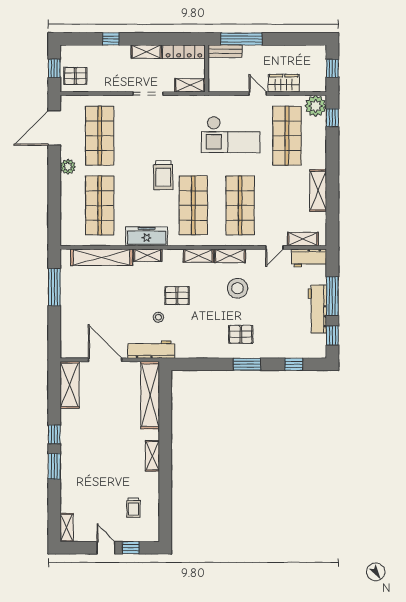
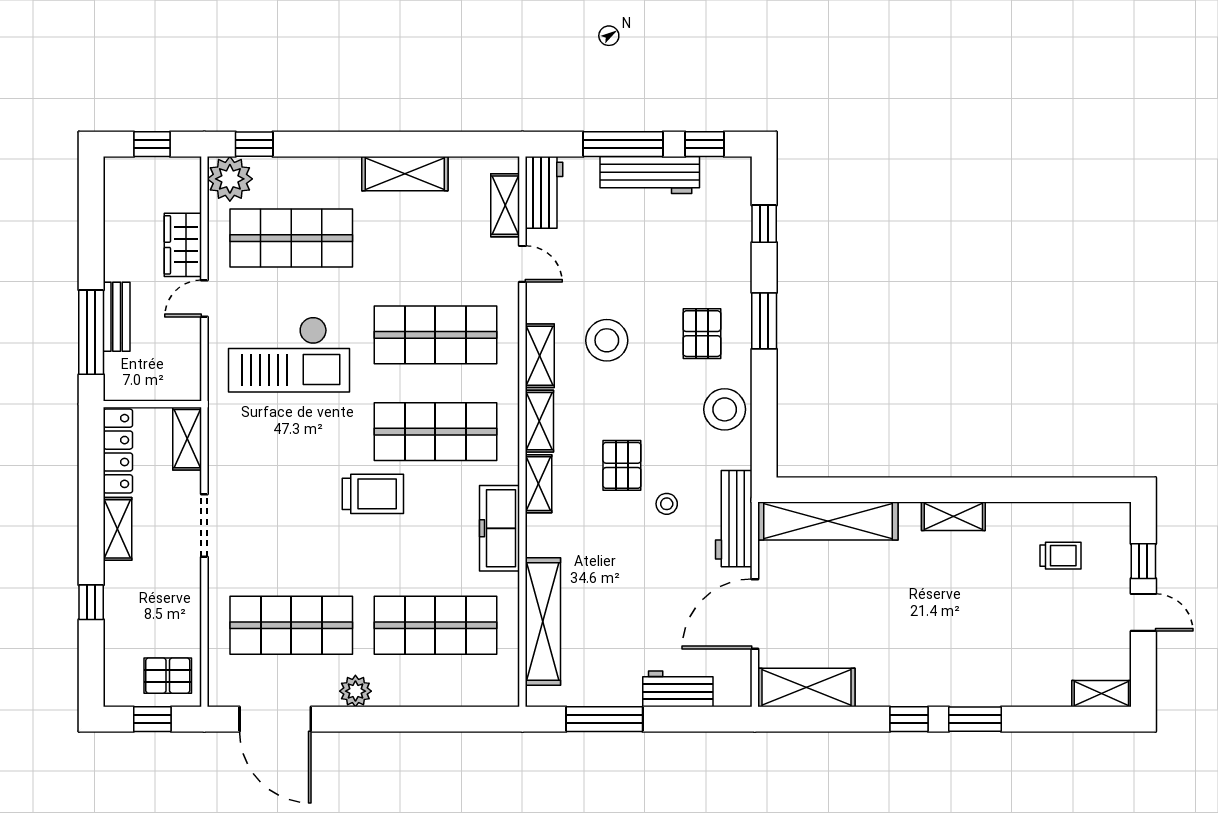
bench: (225, 51) -> (117, 317), moved
pallet: (75, 76) -> (168, 676), turned 90
checkout: (231, 135) -> (289, 354), turned 90
shelving: (148, 255) -> (539, 484), moved
workbench: (69, 323) -> (678, 689), added
stool: (204, 345) -> (725, 409), added
door: (106, 548) -> (1143, 612), swing flipped

